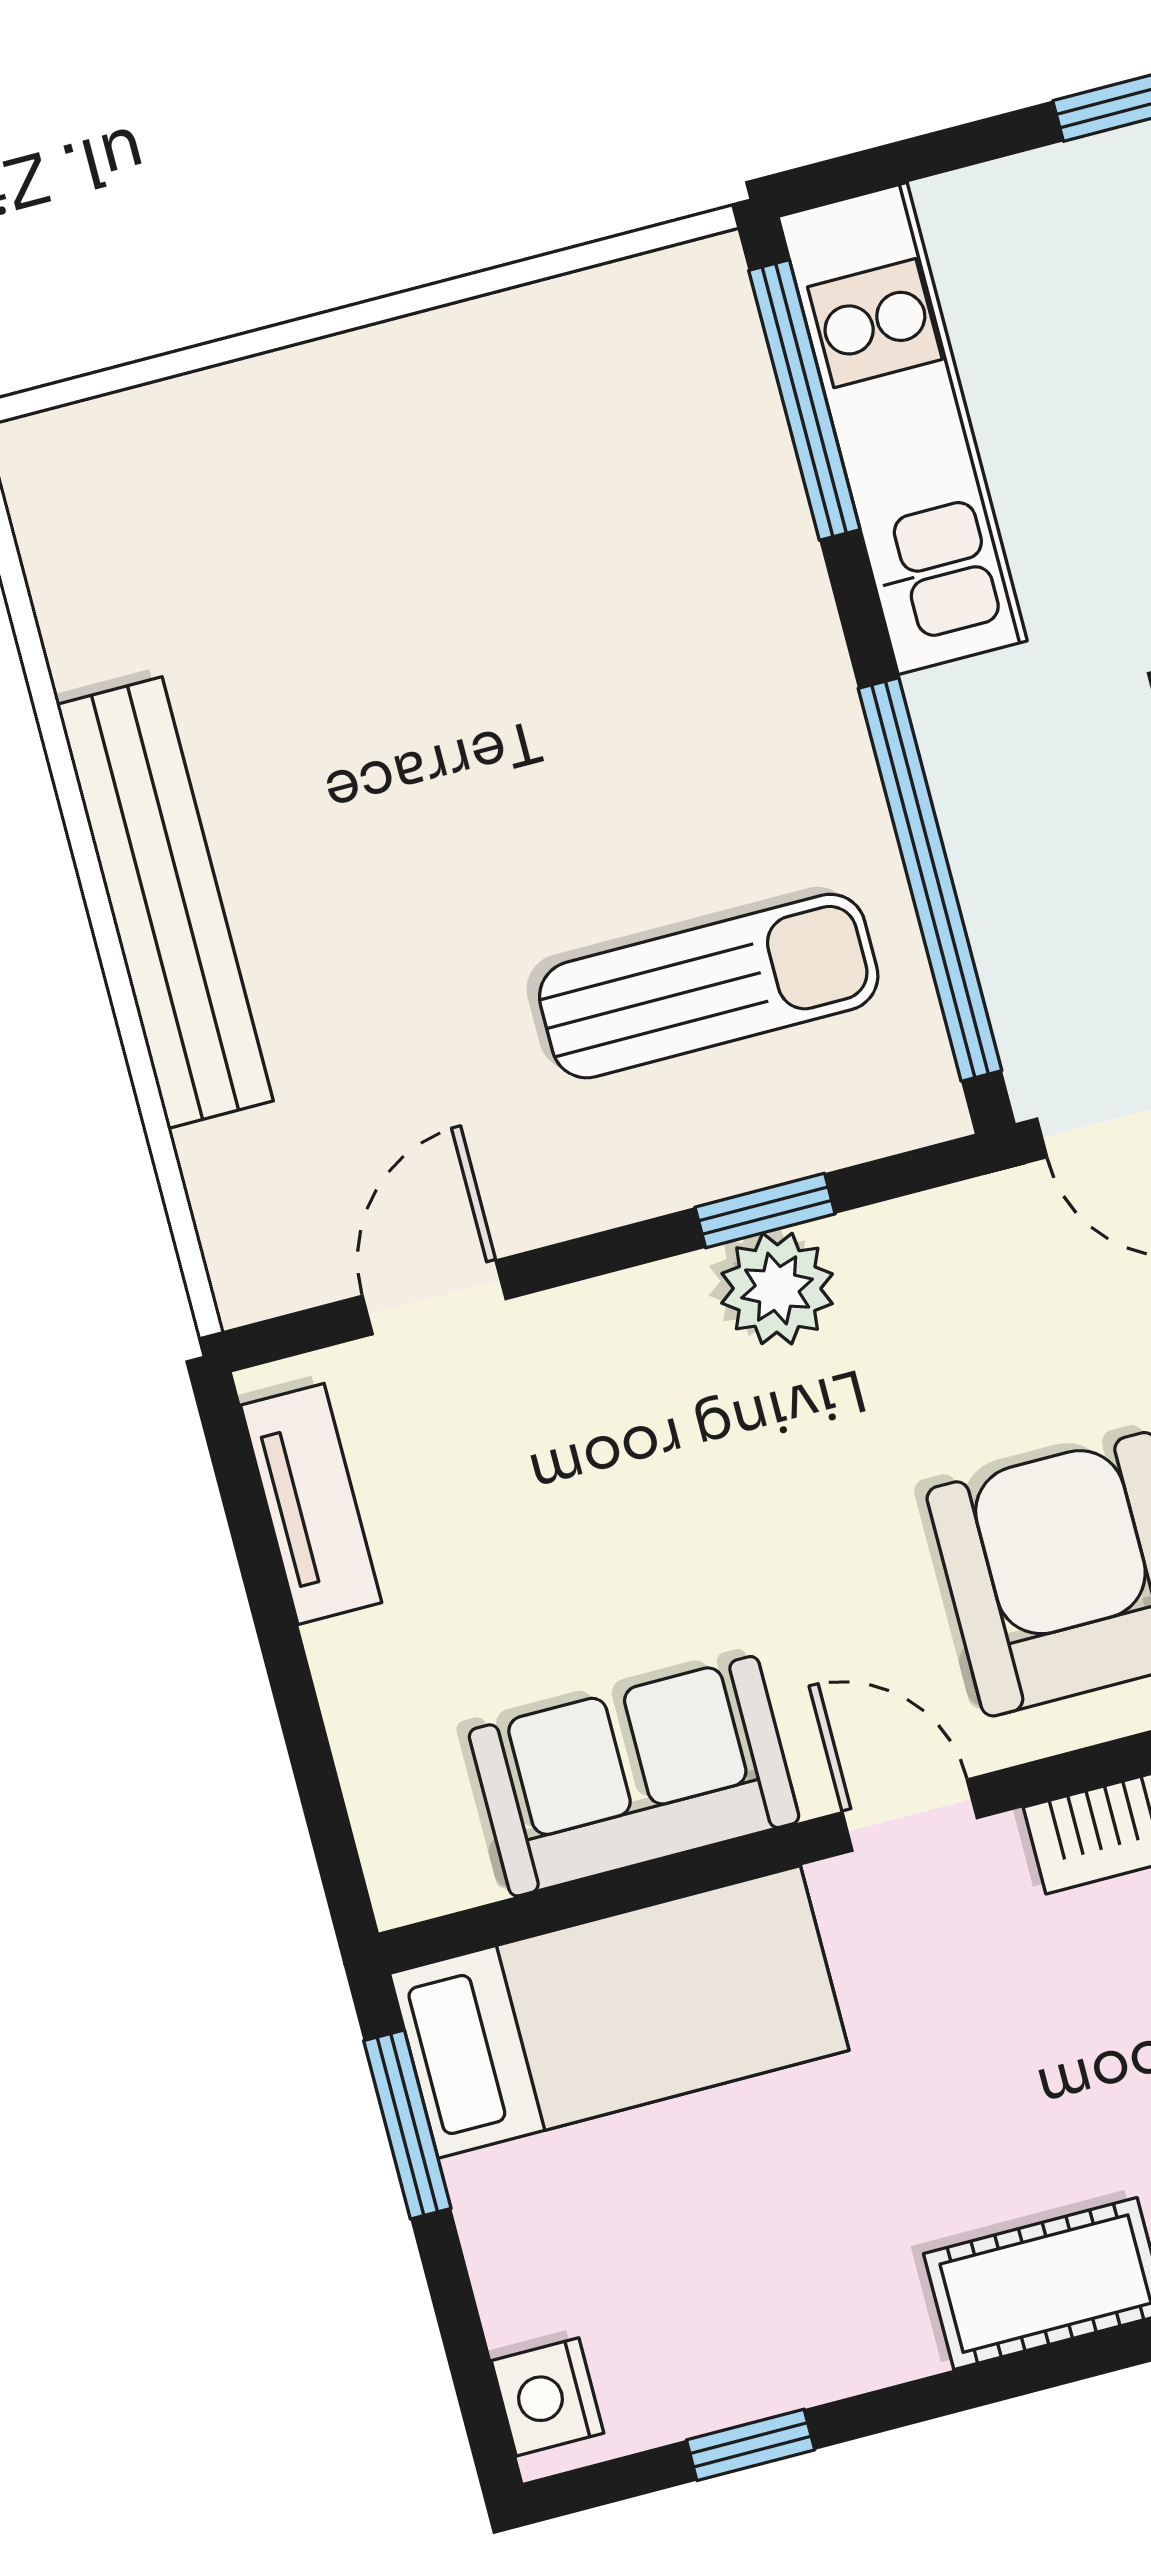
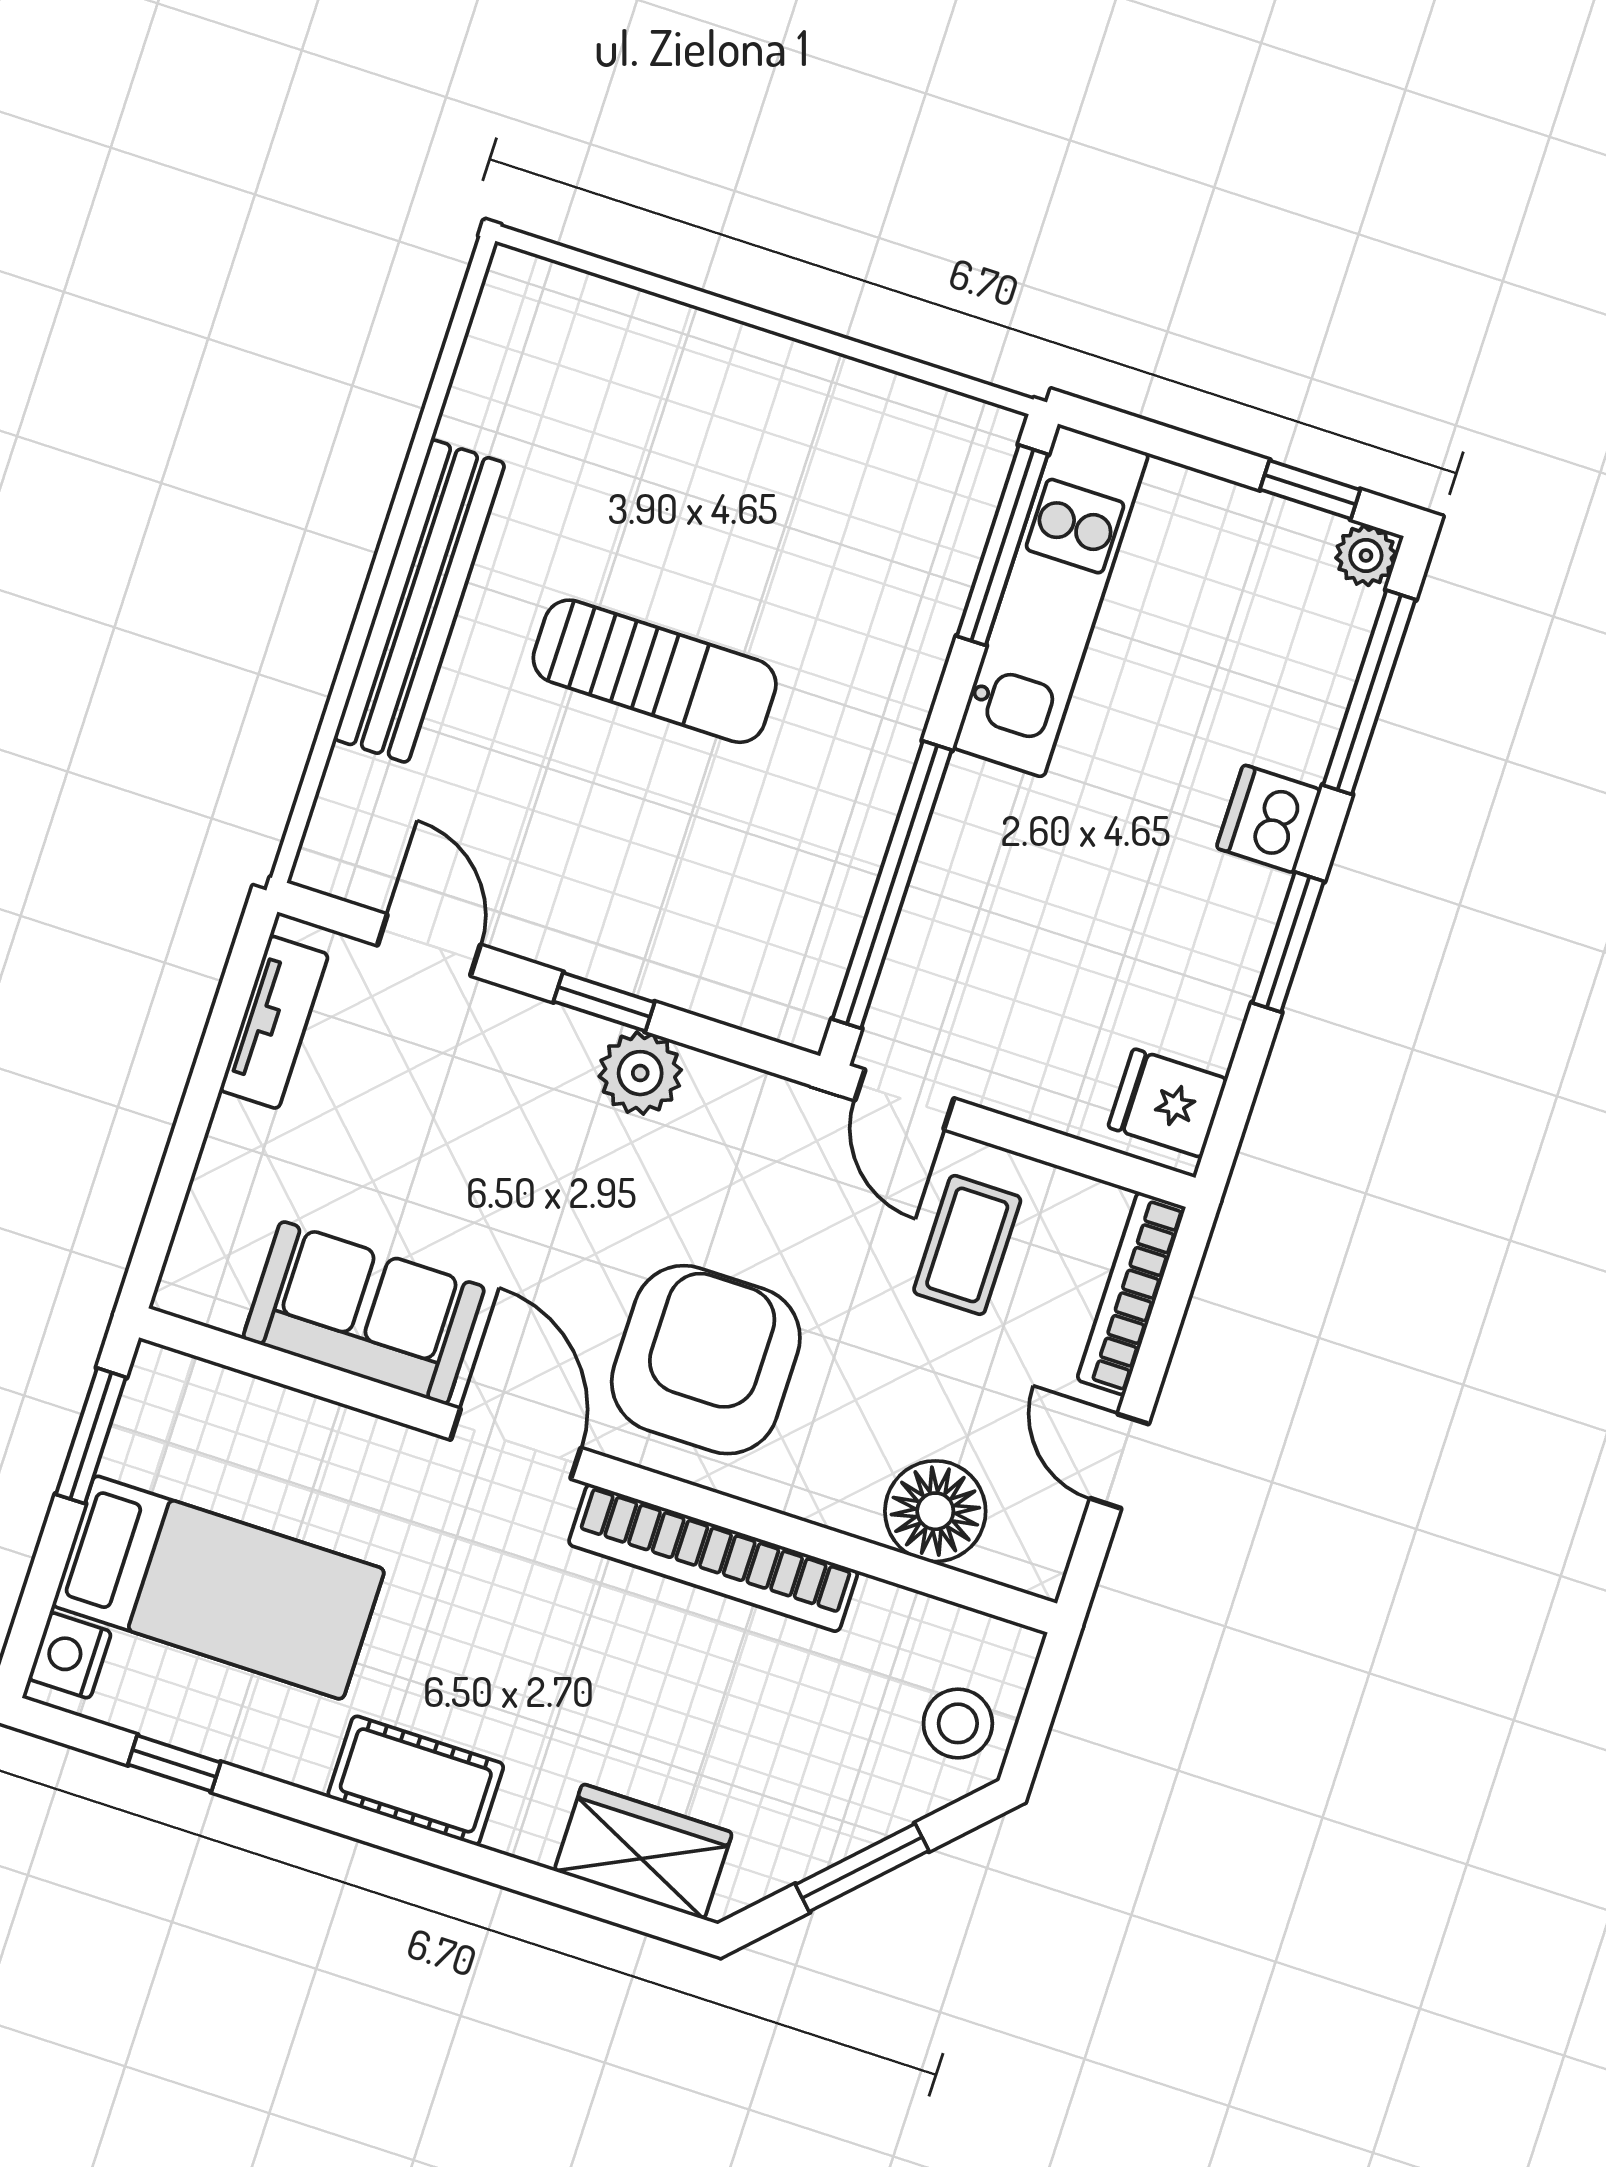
sun lounger: (709, 986) -> (655, 671), moved
window: (765, 1211) -> (604, 1002), moved
door: (434, 1297) -> (429, 945), hinge flipped
door: (910, 1815) -> (516, 1444), width x1.38
bed: (619, 2012) -> (218, 1587), moved

